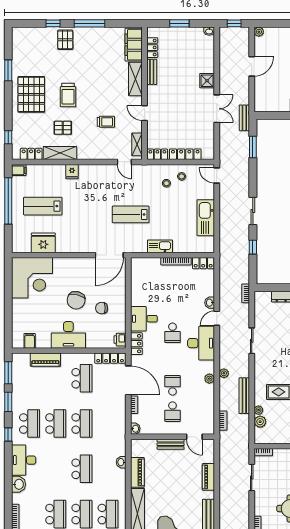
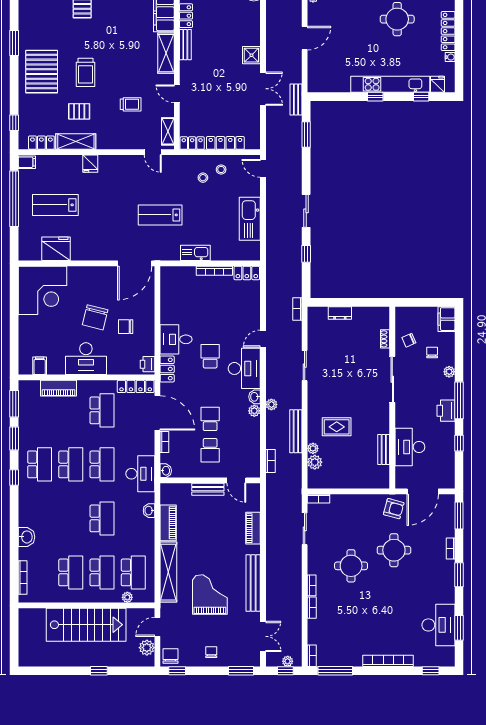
washbasin: (210, 303) -> (255, 397), moved
school desk: (172, 333) -> (210, 356), turned 180
desk: (24, 460) -> (140, 474), moved, turned 180

